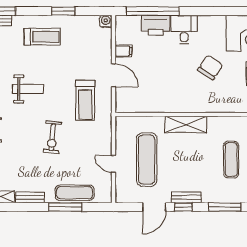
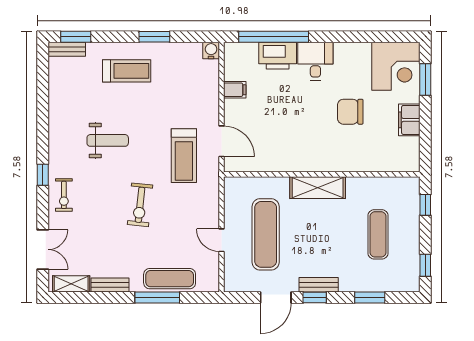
chair: (210, 67) -> (350, 112), turned -124
door: (114, 75) -> (221, 141), moved
window: (225, 207) -> (370, 298), width x0.69

